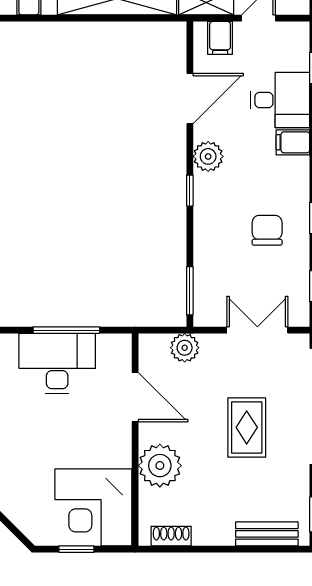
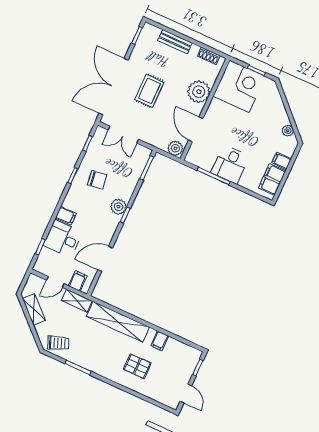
plant: (208, 156) -> (119, 207), moved
chair: (267, 230) -> (97, 180), turned -98
plant: (185, 348) -> (175, 148), moved
desk: (57, 363) -> (230, 164), width x0.73
bench: (267, 534) -> (175, 42), moved

